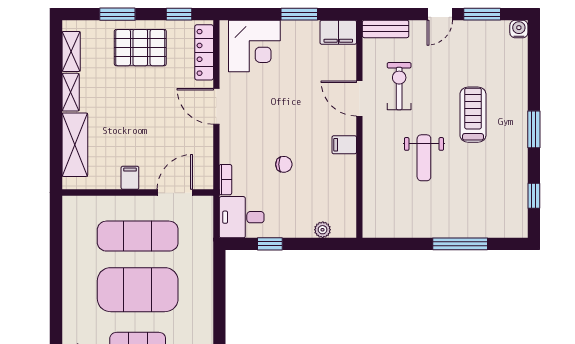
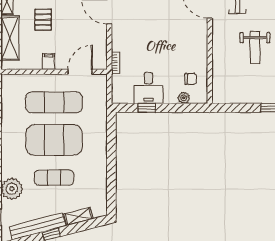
pallet: (122, 118) -> (43, 20), added
filing cabinet: (344, 145) -> (199, 38), removed
chair: (284, 164) -> (191, 79), moved
desk: (242, 217) -> (148, 88), moved, turned -90

